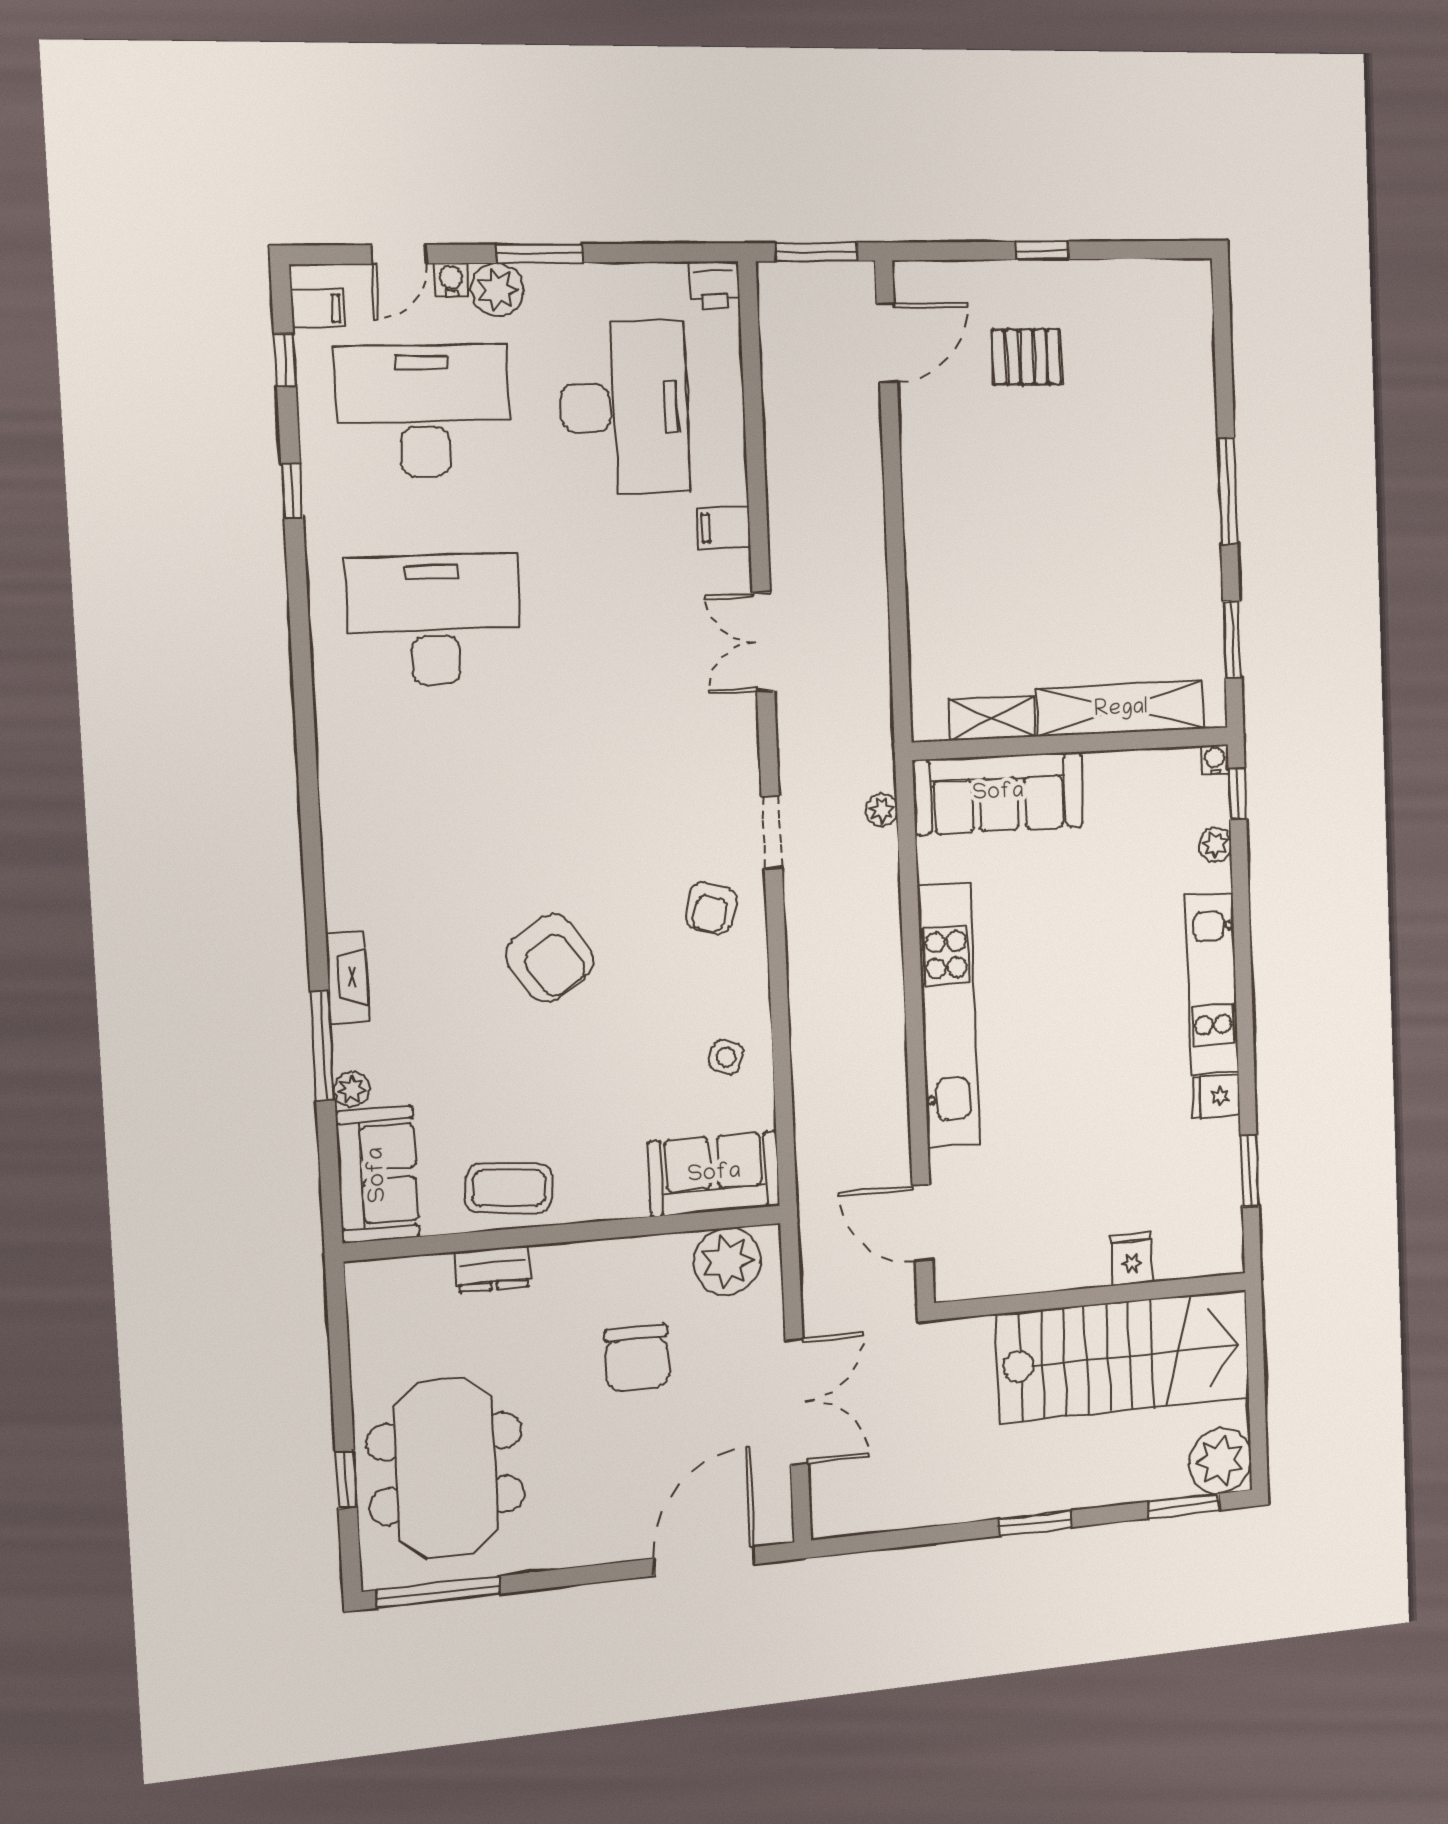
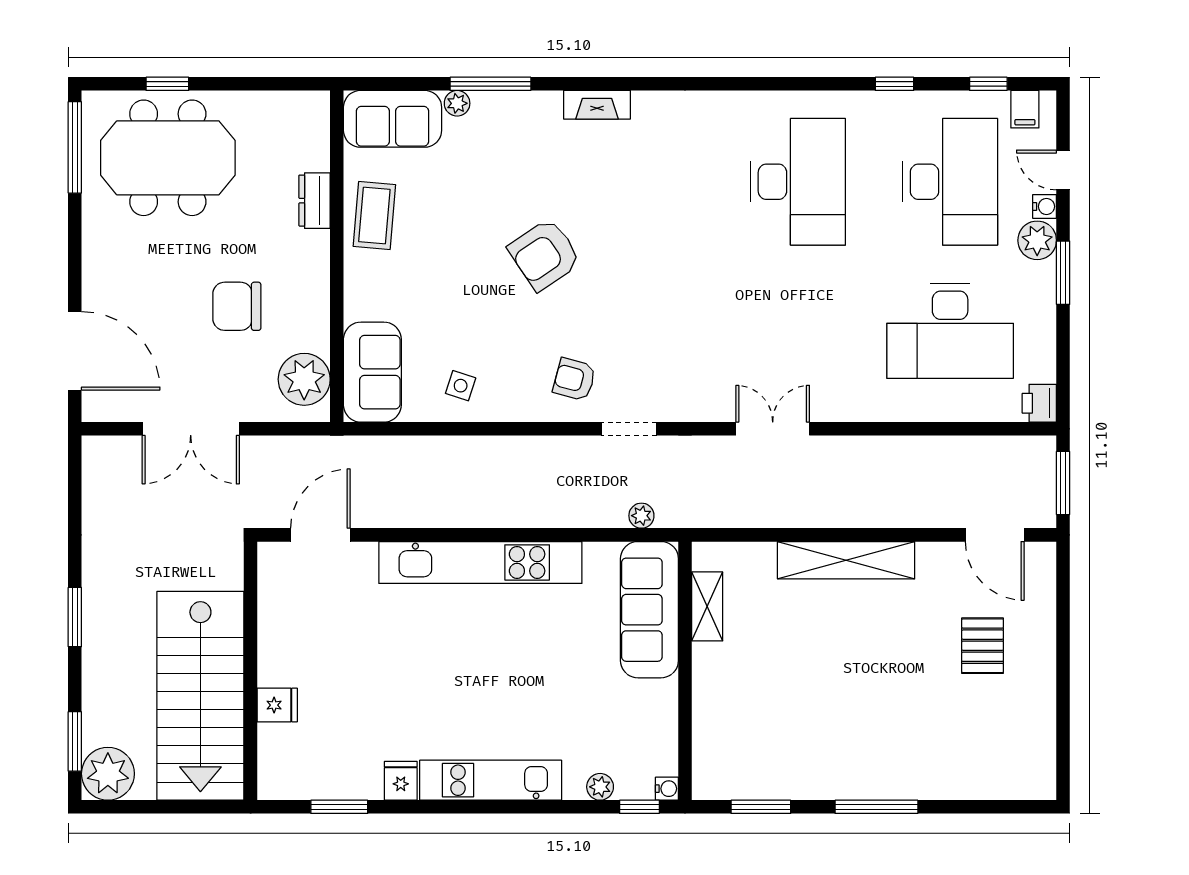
window: (1042, 250) -> (1063, 661), removed
filing cabinet: (724, 527) -> (859, 402), removed
shelving: (1121, 709) -> (846, 560), moved, turned 90
fireplace: (348, 978) -> (597, 105), moved

